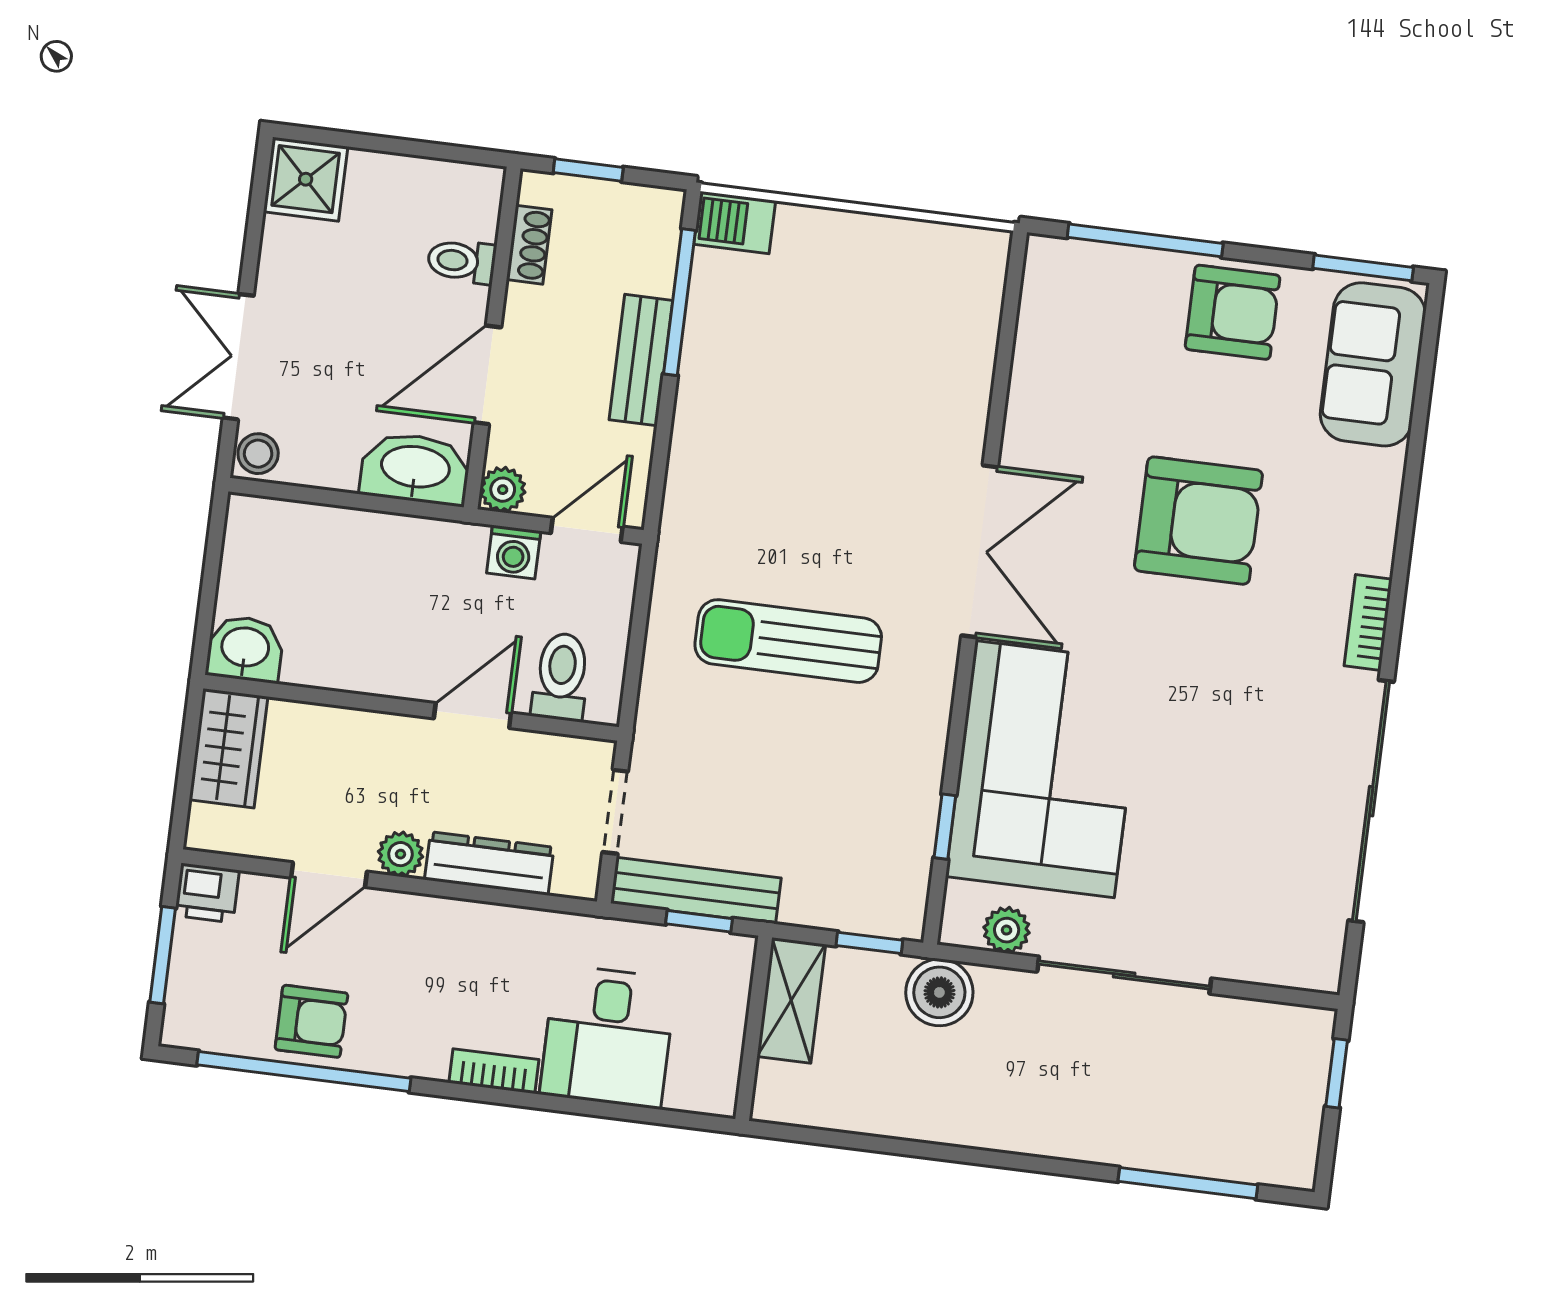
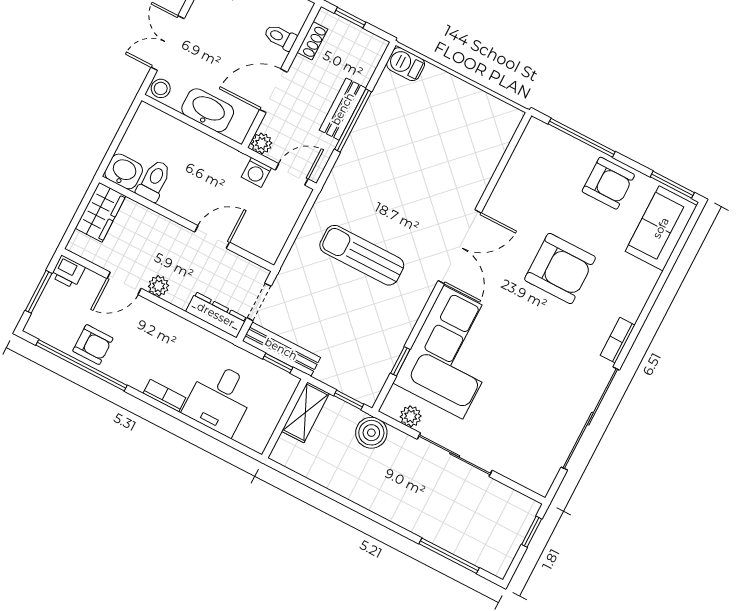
window: (680, 302) -> (353, 121), moved
washbasin: (415, 469) -> (208, 110), moved
toilet: (561, 677) -> (154, 181), moved
dresser: (489, 863) -> (216, 315), moved

